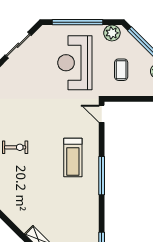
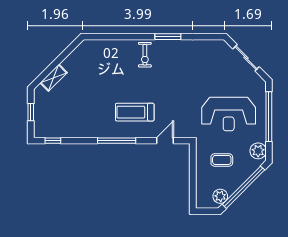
reception desk: (75, 63) -> (229, 114), turned 180
door: (102, 114) -> (165, 141), moved

